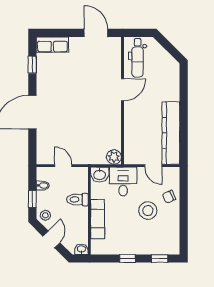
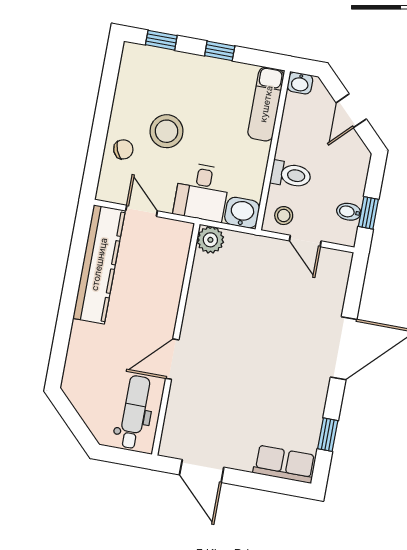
window: (32, 199) -> (368, 213), moved
stool: (45, 215) -> (284, 216), moved
exam couch: (98, 219) -> (266, 104), moved

